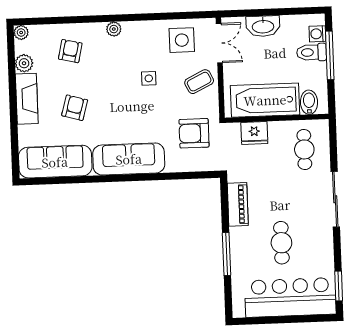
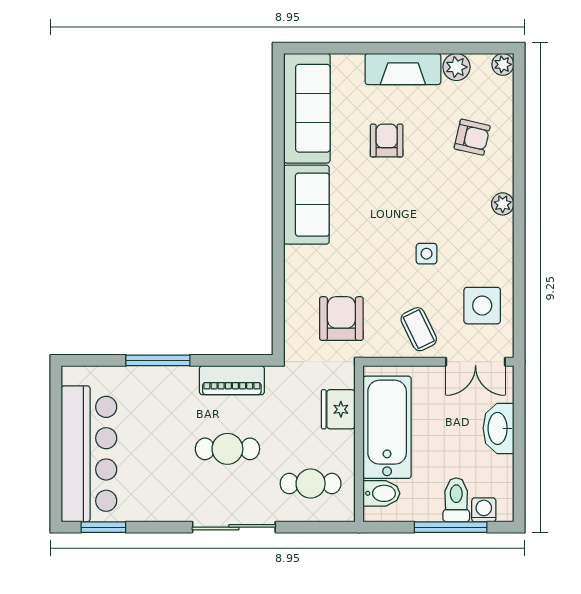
armchair: (75, 108) -> (387, 141), turned -106
sofa: (129, 159) -> (306, 205), width x0.73
cafe table: (281, 243) -> (227, 449), moved

